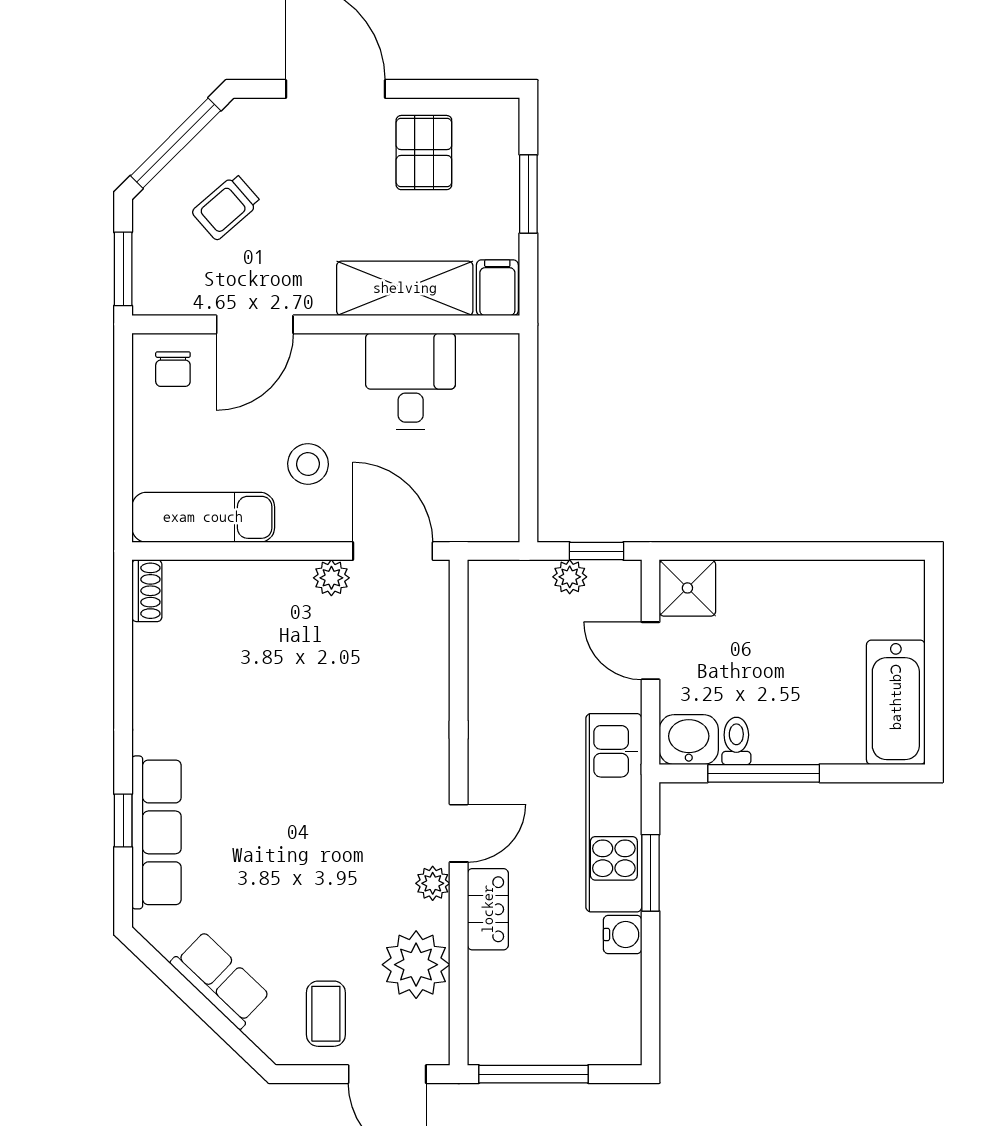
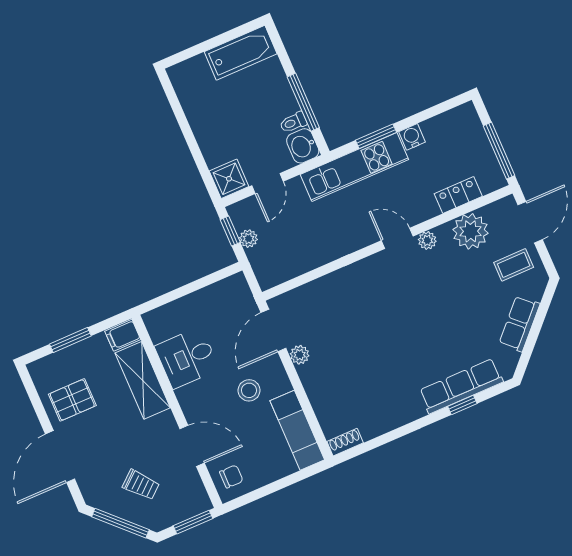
locker: (488, 909) -> (458, 195), moved

